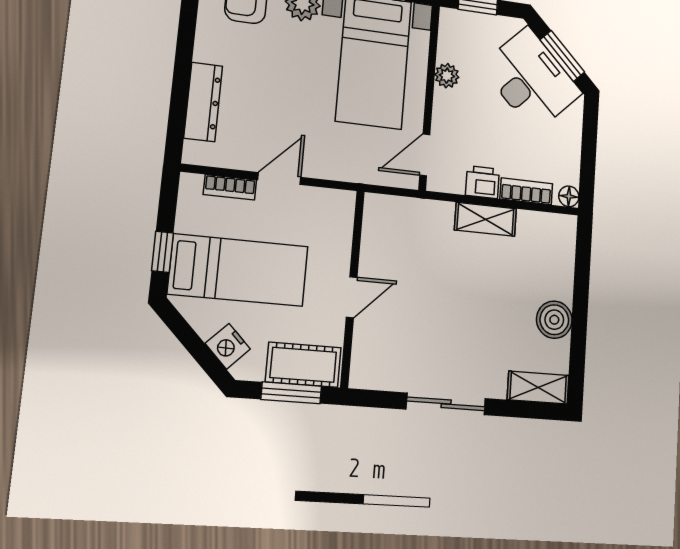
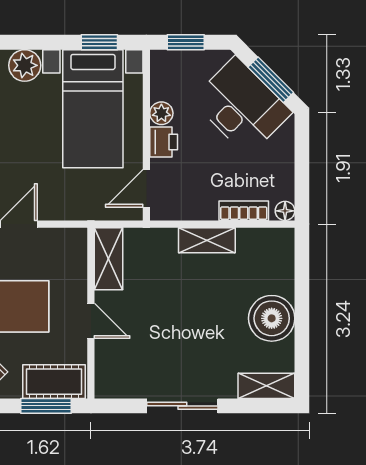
printer: (483, 182) -> (164, 142), moved, turned 90
shelving: (377, 229) -> (109, 259), added
door: (352, 297) -> (91, 321), hinge flipped
boiler: (554, 320) -> (272, 318), width x1.37, depth x1.37

